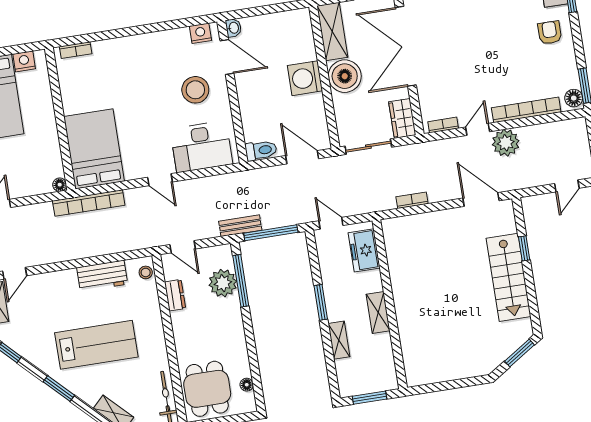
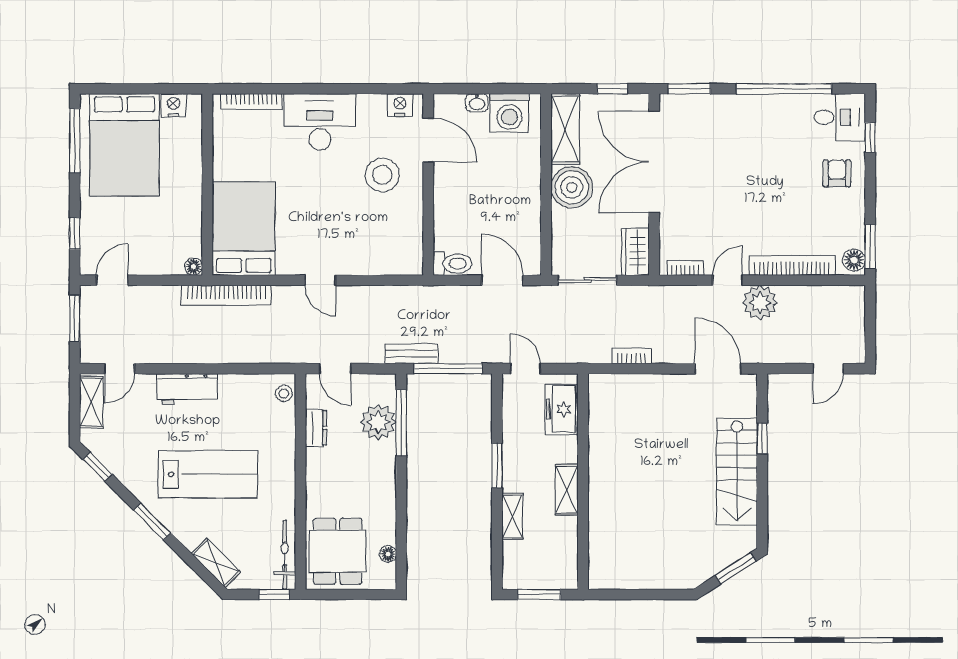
washbasin: (233, 28) -> (477, 103), moved, turned 90
bookcase: (76, 50) -> (251, 101), width x1.56
washing machine: (305, 78) -> (509, 113), moved, turned -90
desk: (201, 147) -> (320, 122), moved, turned 180
workbench: (102, 276) -> (187, 389), moved

